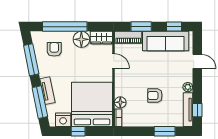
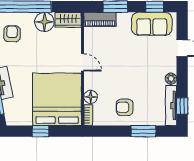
sofa: (166, 41) -> (152, 24), width x0.73
door: (114, 61) -> (83, 62), moved
armchair: (155, 95) -> (125, 107), moved
nightstand: (63, 120) -> (23, 118), removed

